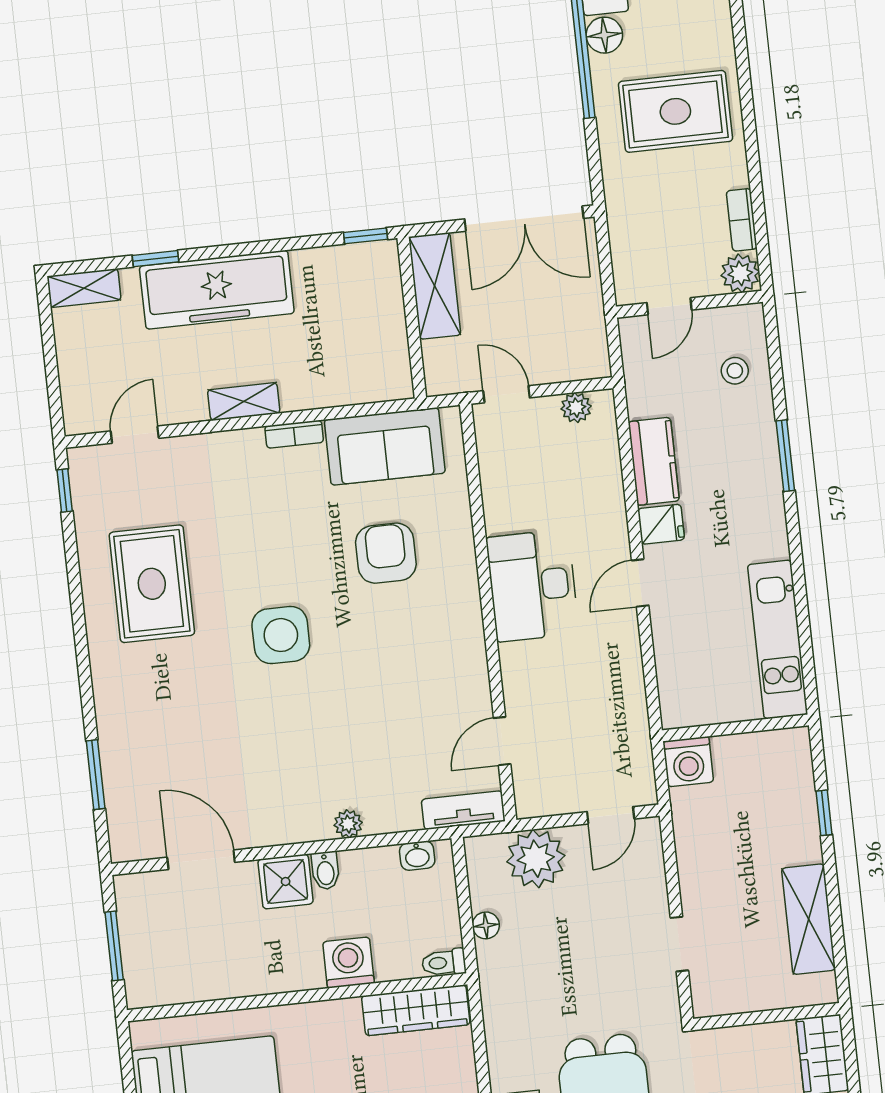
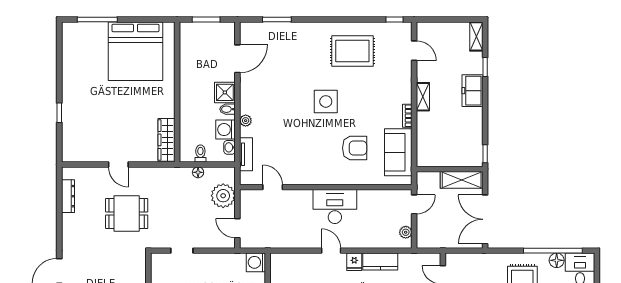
freezer: (217, 290) -> (472, 91), width x0.52, depth x0.79
tv unit: (463, 810) -> (246, 154), moved
washing machine: (348, 962) -> (226, 130), moved, turned 180
toilet: (444, 963) -> (200, 154), moved

